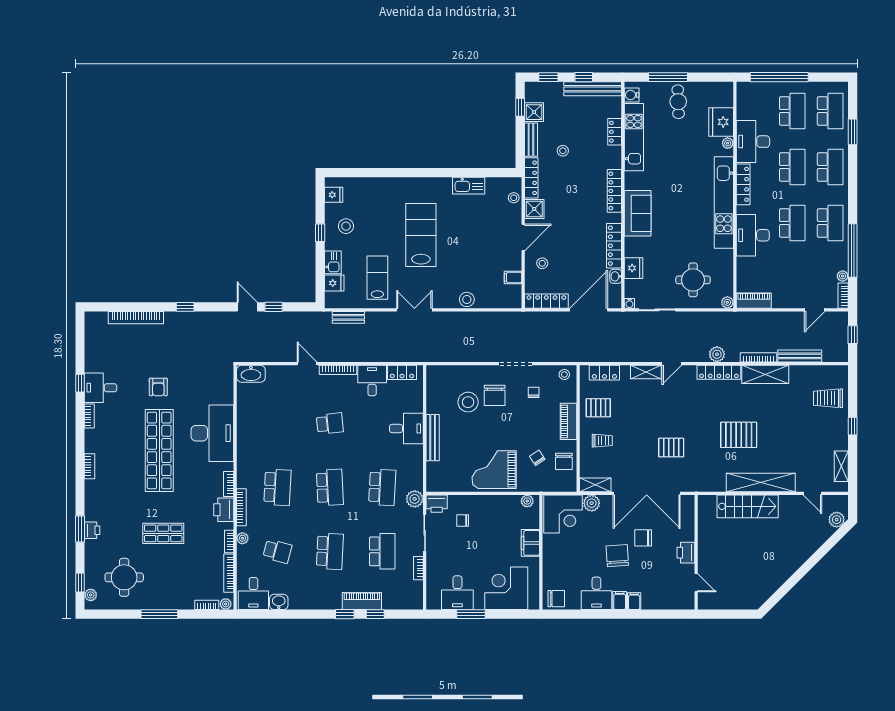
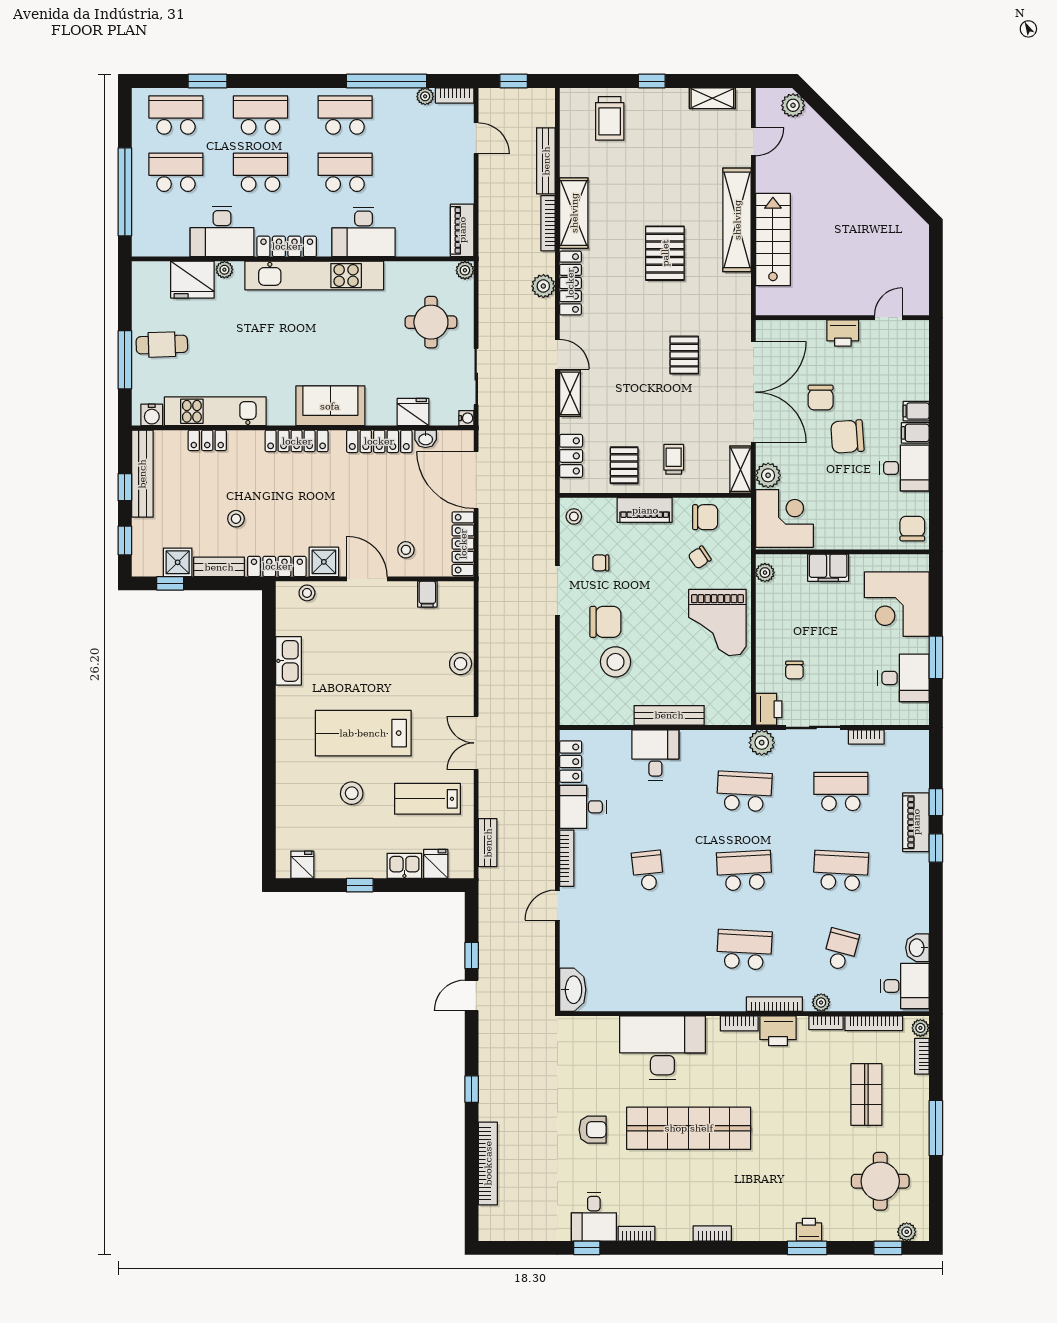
stool: (346, 226) -> (352, 793), moved
shop shelf: (163, 533) -> (866, 1095), moved

